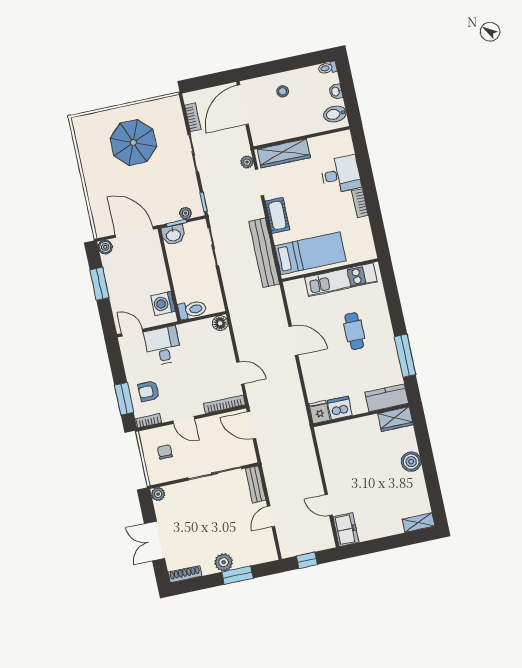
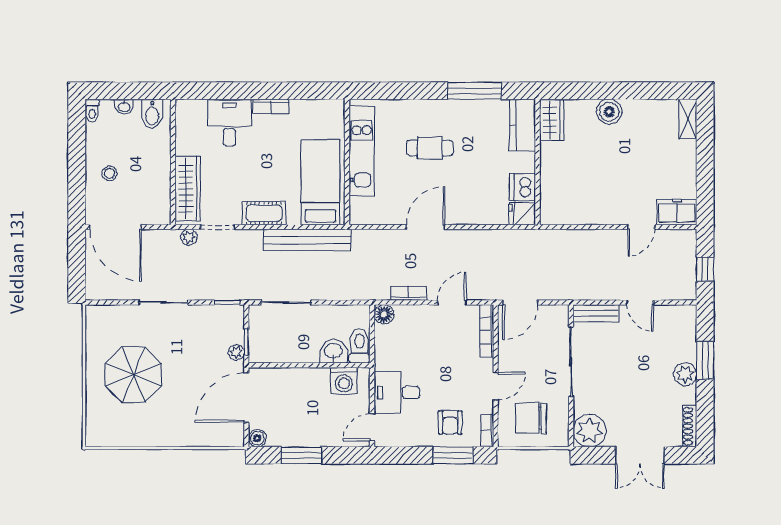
bookcase: (193, 117) -> (409, 293), moved
plant: (186, 213) -> (236, 352), moved
washbasin: (173, 235) -> (333, 351), moved, turned -90
chair: (165, 452) -> (531, 418), width x1.87, depth x1.87
plant: (158, 494) -> (589, 431), width x1.88, depth x1.88

